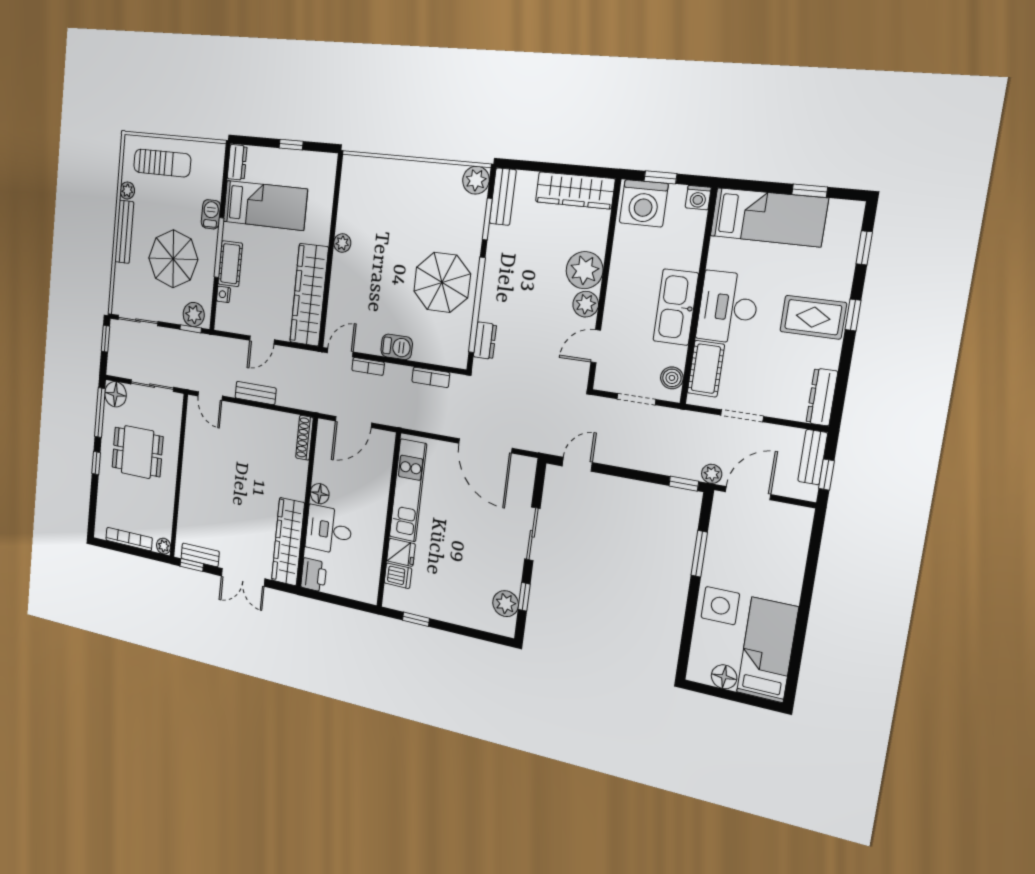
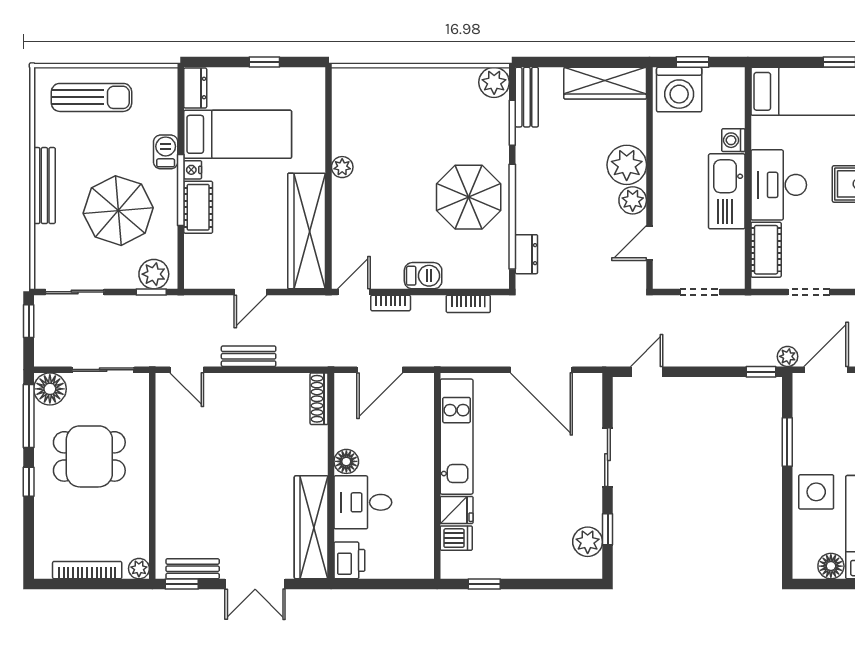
plant: (127, 190) -> (44, 135), removed
washing machine: (698, 198) -> (733, 140), moved, turned 90
nightstand: (223, 294) -> (193, 170), moved
boiler: (672, 378) -> (733, 264), removed

